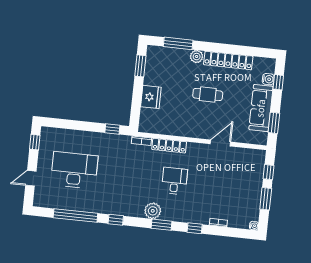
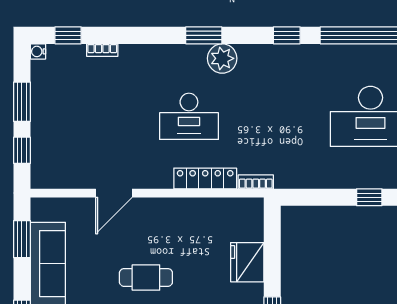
window: (112, 129) -> (369, 197), moved
desk: (174, 181) -> (189, 116), width x1.37
window: (195, 228) -> (68, 35), moved

